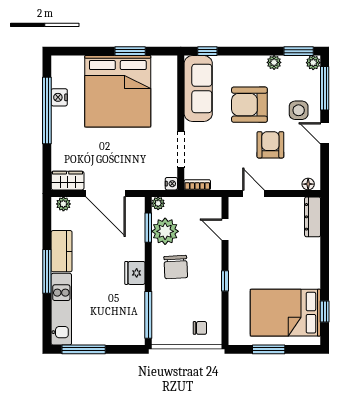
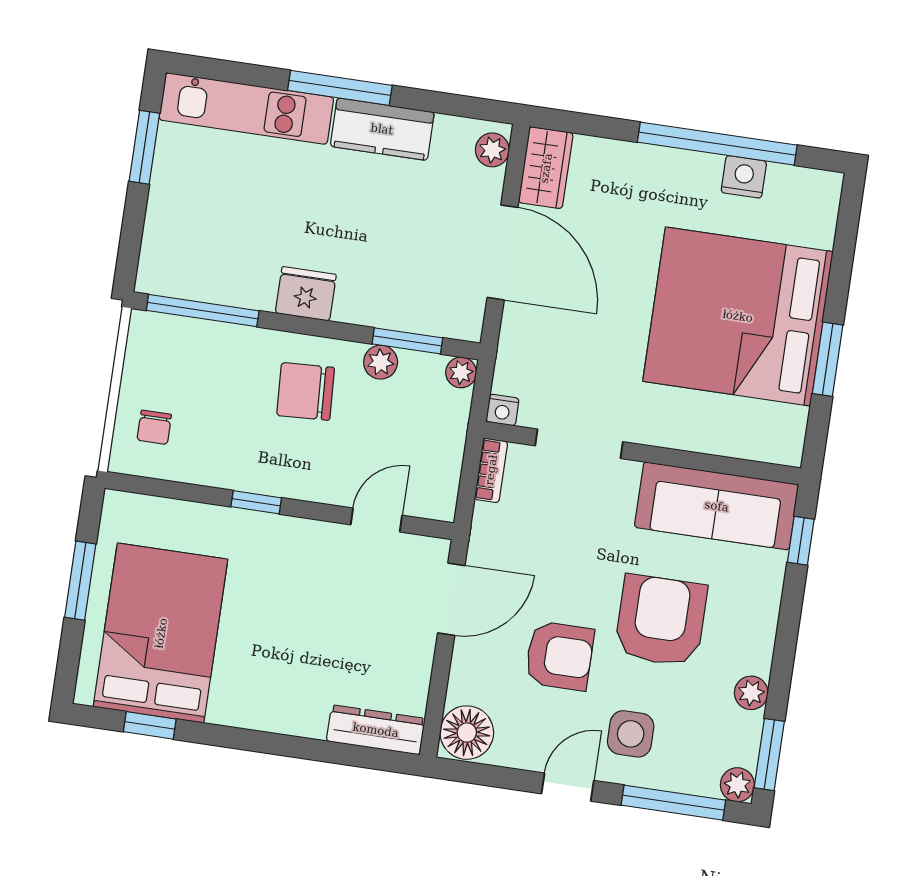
floor lamp: (308, 184) -> (467, 733), width x1.89, depth x1.89
door: (106, 193) -> (502, 252), swing flipped
door: (253, 193) -> (451, 599), width x1.37
plant: (165, 231) -> (381, 362), width x0.53, depth x0.53
window: (84, 349) -> (144, 147), width x0.69

